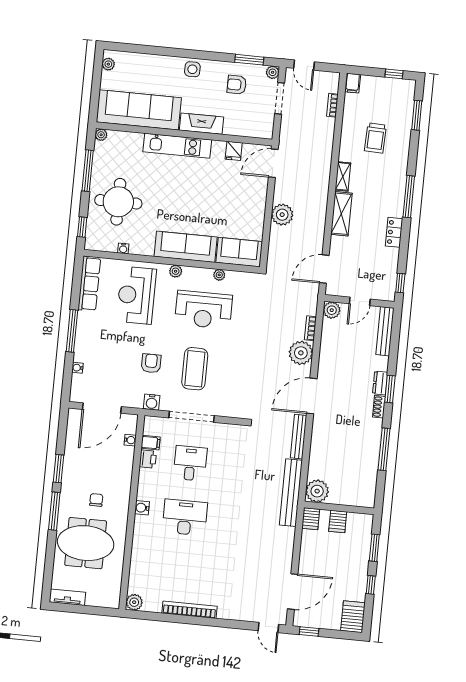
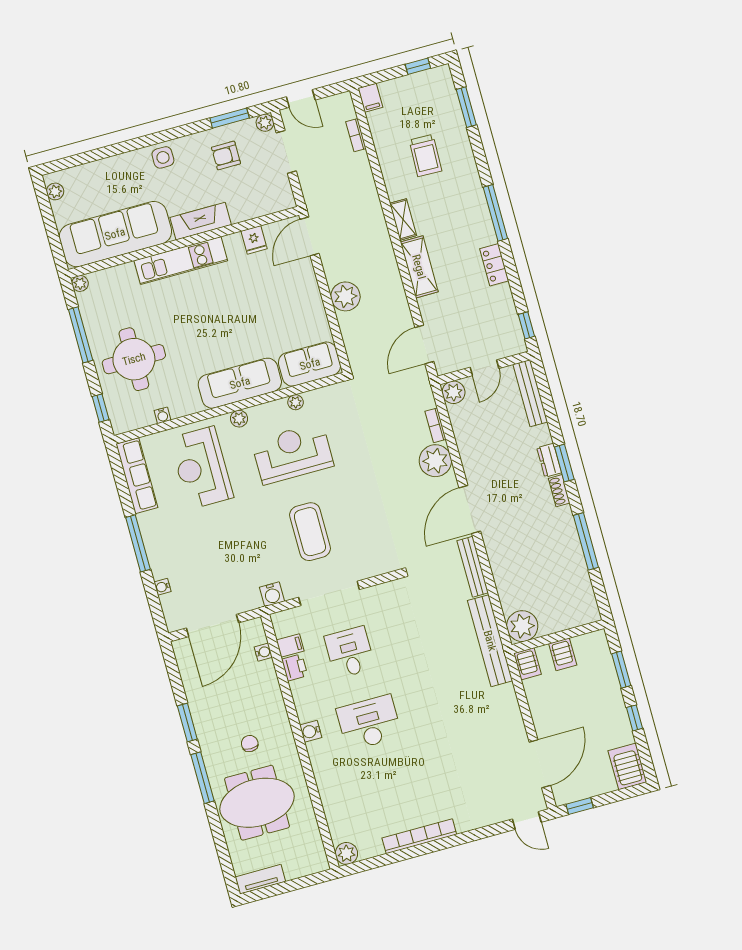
reception desk: (204, 310) -> (293, 453), turned 180
armchair: (151, 363) -> (253, 546), removed

